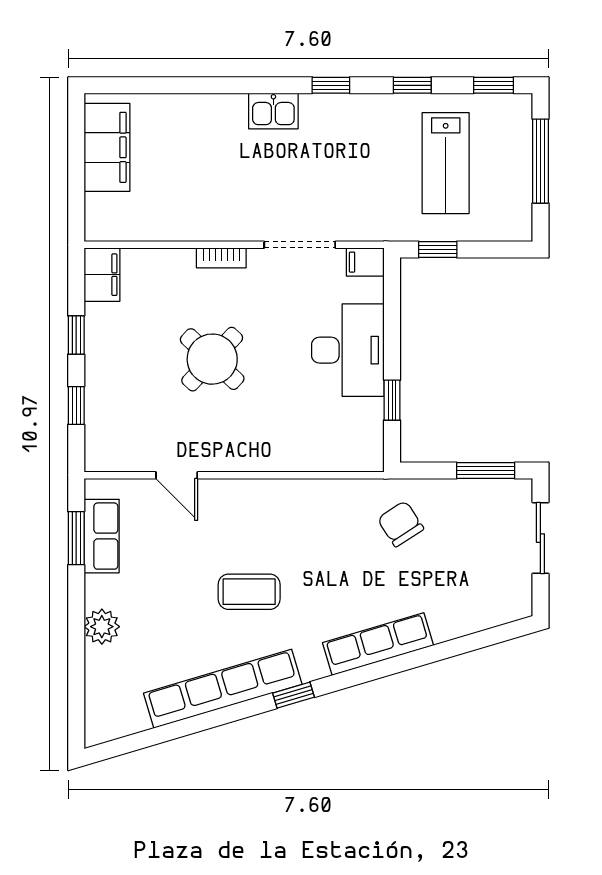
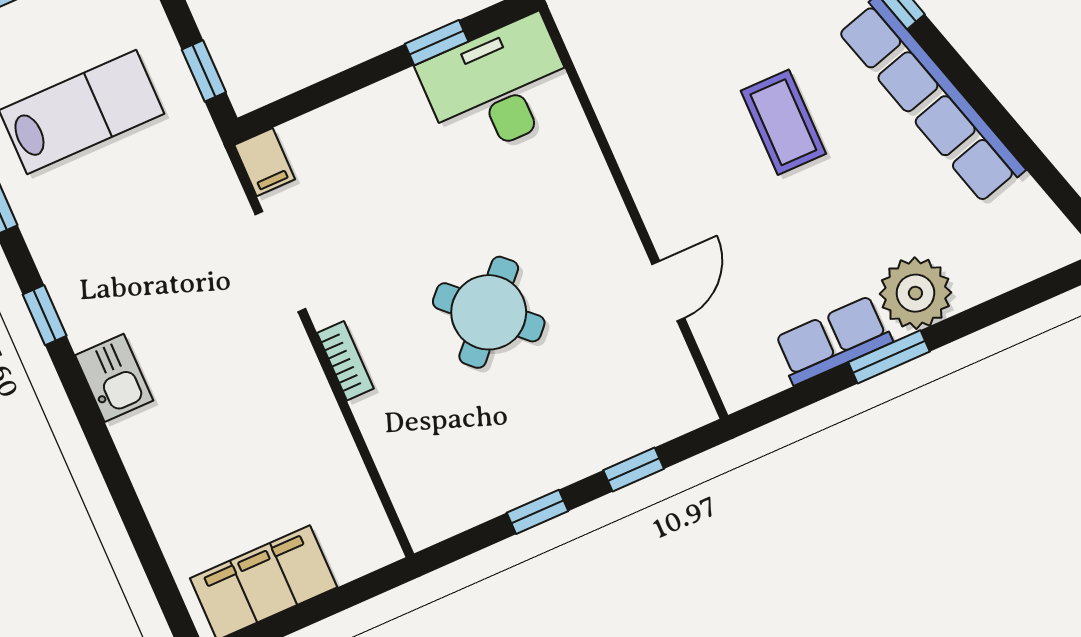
filing cabinet: (102, 275) -> (440, 513), removed
desk: (348, 350) -> (498, 87), moved
row of seats: (102, 536) -> (833, 340), moved
window: (76, 538) -> (889, 357), moved
plant: (102, 627) -> (915, 293), width x1.36, depth x1.36

